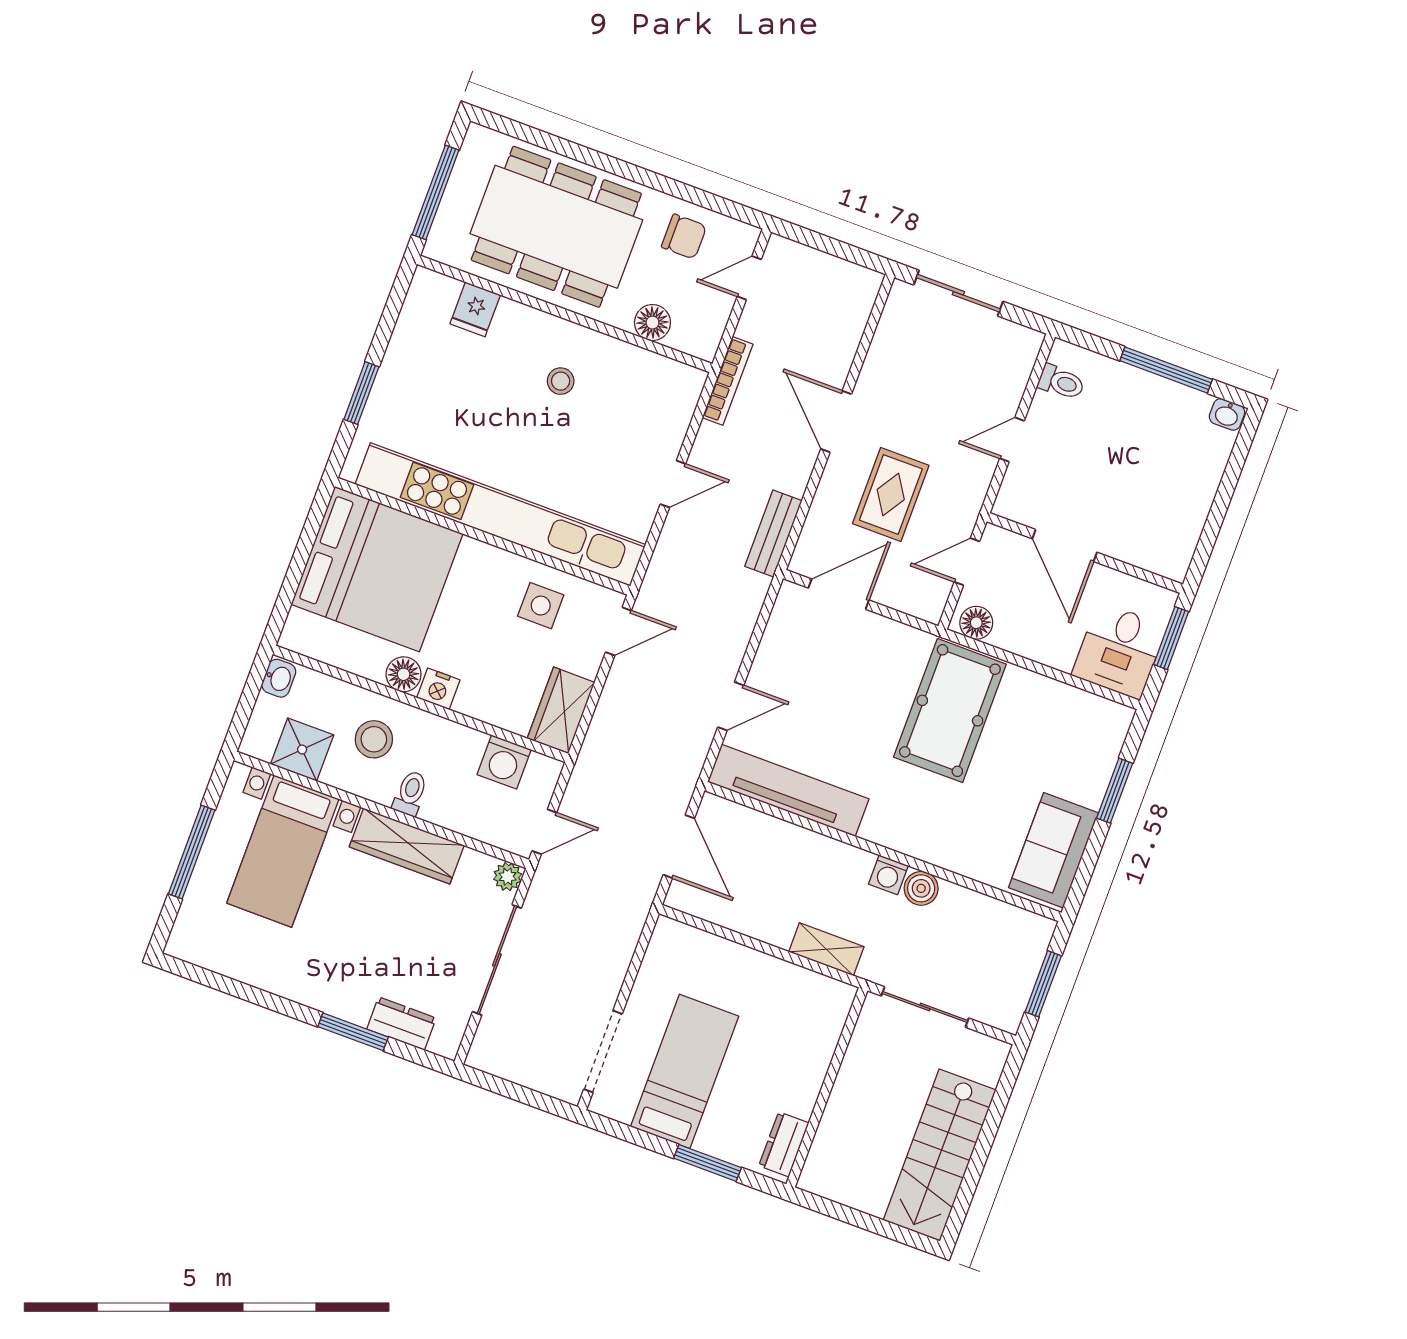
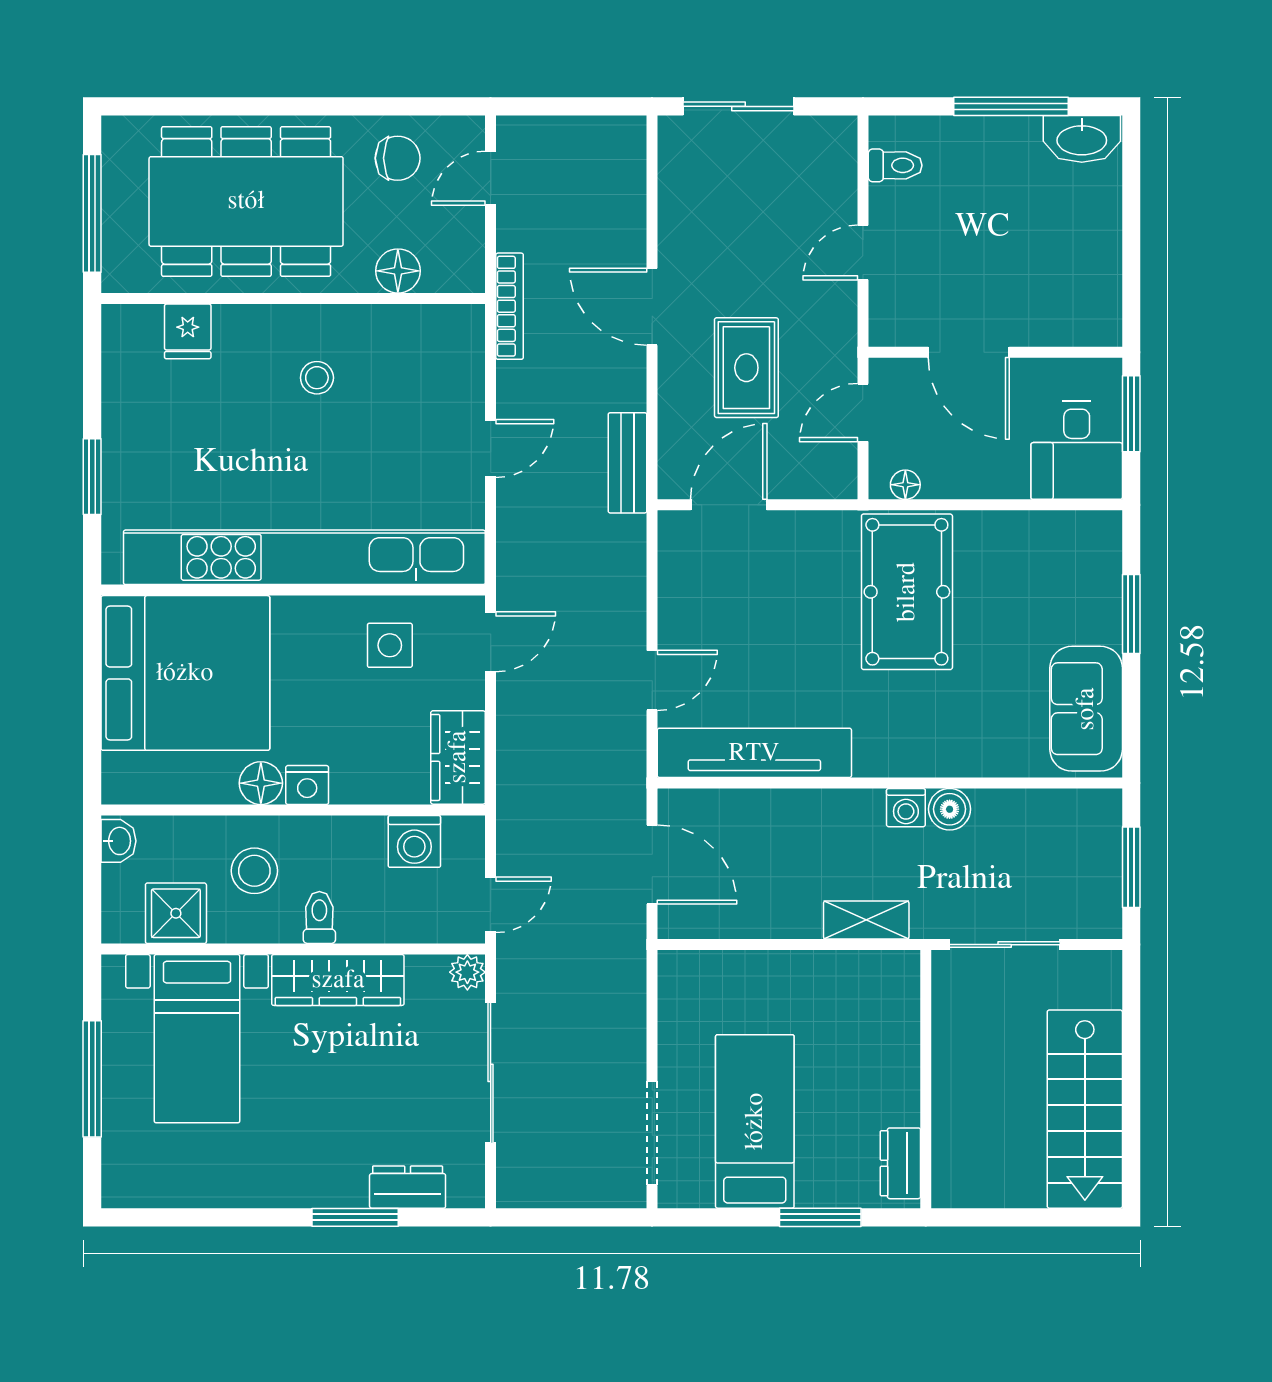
washbasin: (1227, 414) -> (1082, 139), width x1.91, depth x1.45
floor lamp: (976, 623) -> (905, 485), width x0.73, depth x0.73

